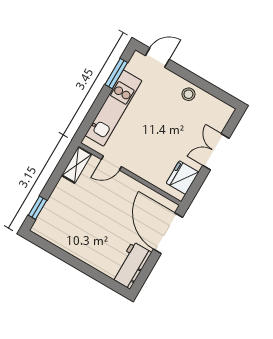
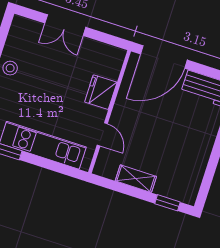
shelving: (77, 165) -> (136, 179), moved
fridge: (183, 178) -> (101, 92), moved, turned 90

